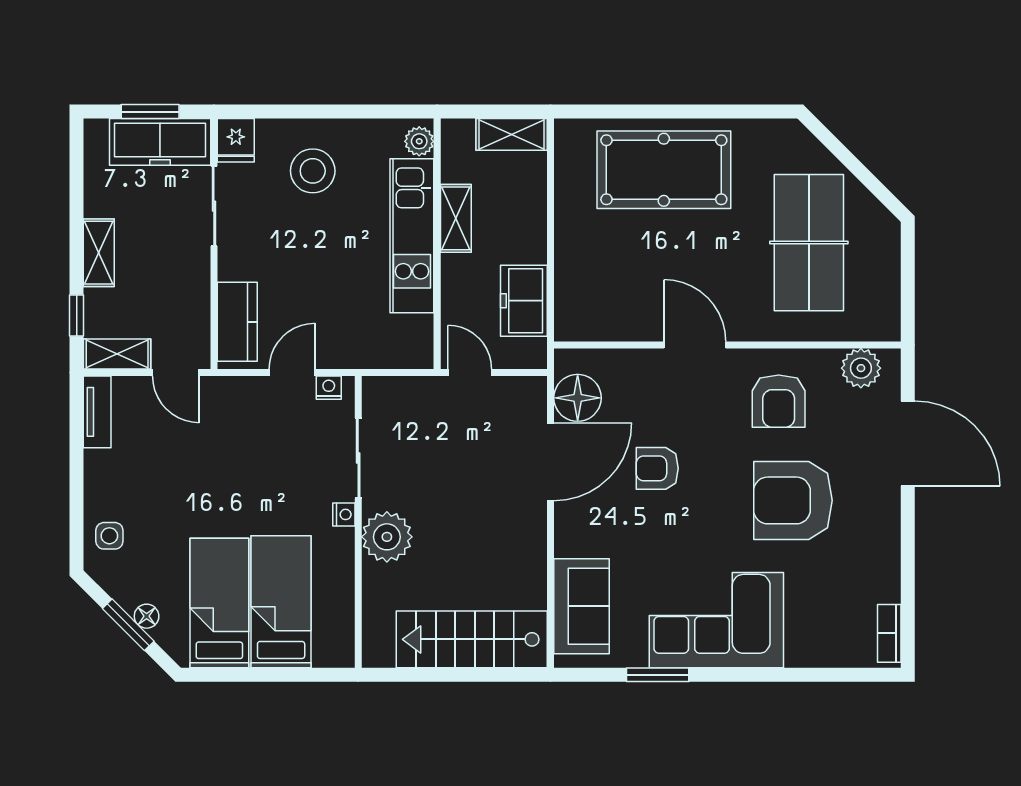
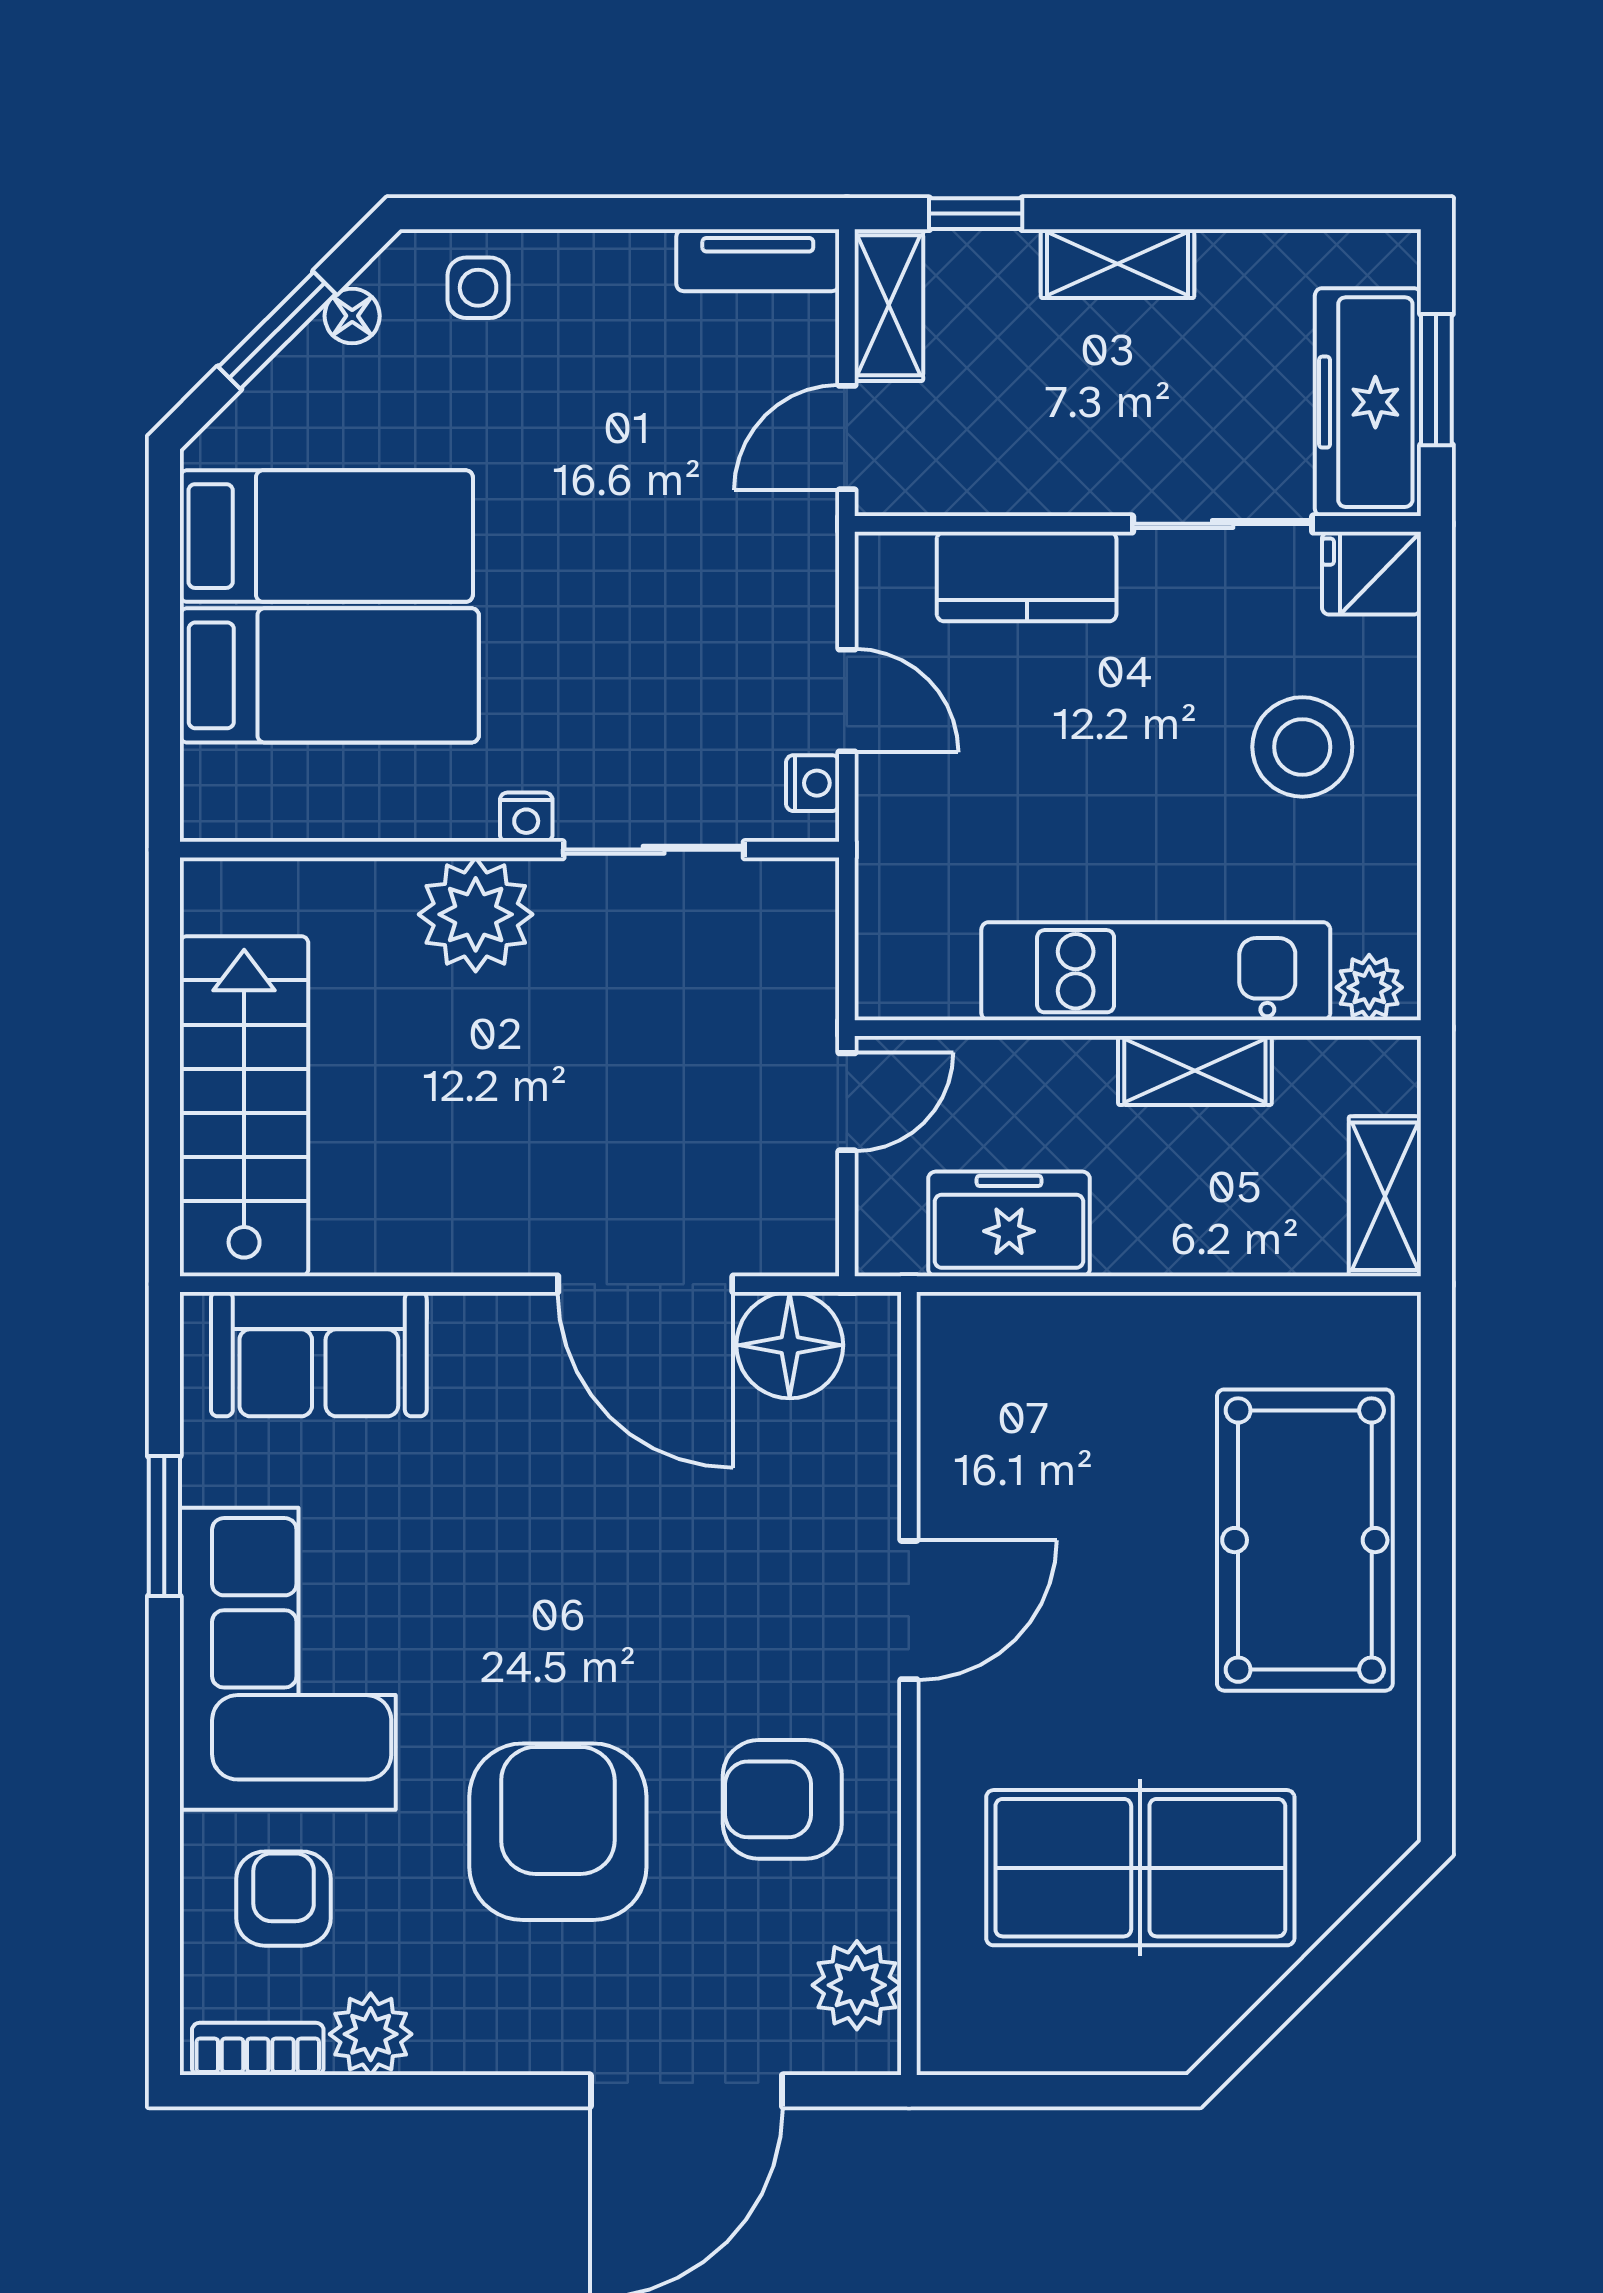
kitchen counter: (237, 322) -> (1027, 577), moved
armchair: (657, 468) -> (284, 1899), moved
plant: (883, 583) -> (371, 2034), added
floor lamp: (147, 616) -> (352, 316), moved

